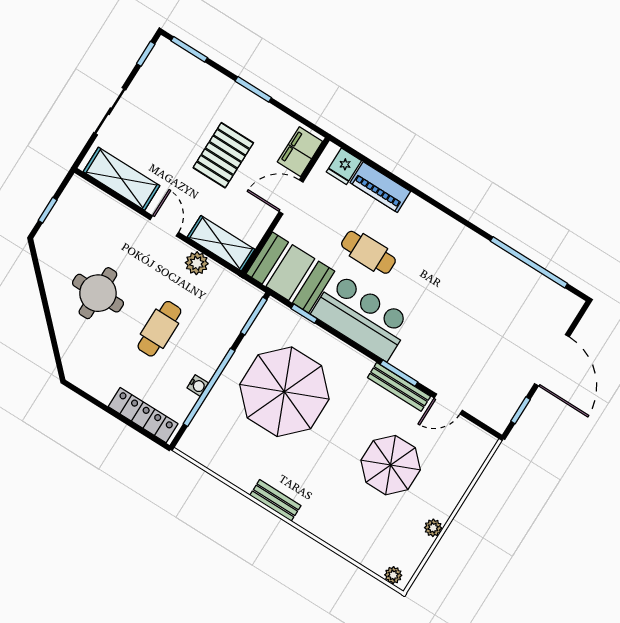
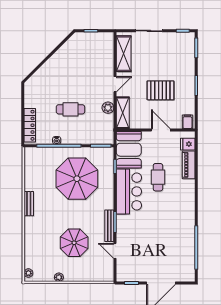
filing cabinet: (300, 152) -> (187, 122), width x0.50
round table: (98, 293) -> (69, 74), removed

